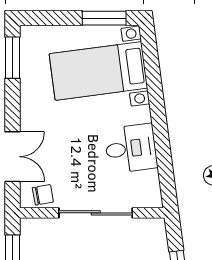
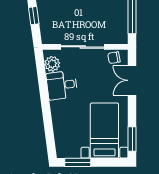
bed with nightstands: (98, 71) -> (104, 131), moved, turned -82
plant: (147, 184) -> (52, 64), added

